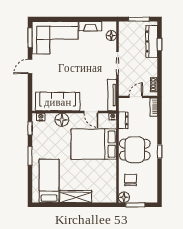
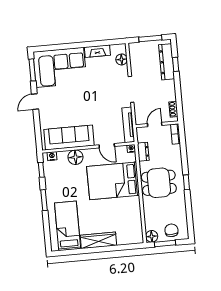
chair: (131, 180) -> (171, 230), moved

